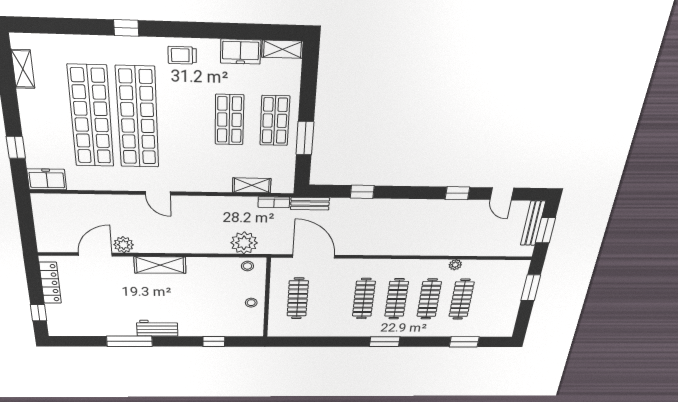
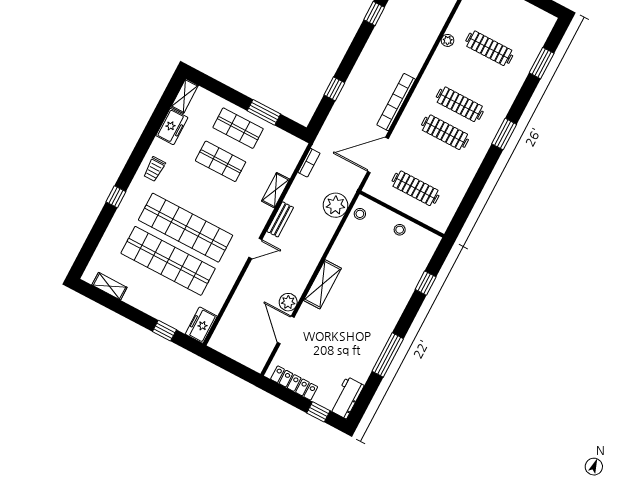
shelving: (252, 185) -> (276, 190), moved
bench: (310, 204) -> (280, 219), moved
bookcase: (374, 249) -> (396, 102), added
clothes rail: (429, 299) -> (474, 76), removed
workbench: (157, 328) -> (347, 398), moved

